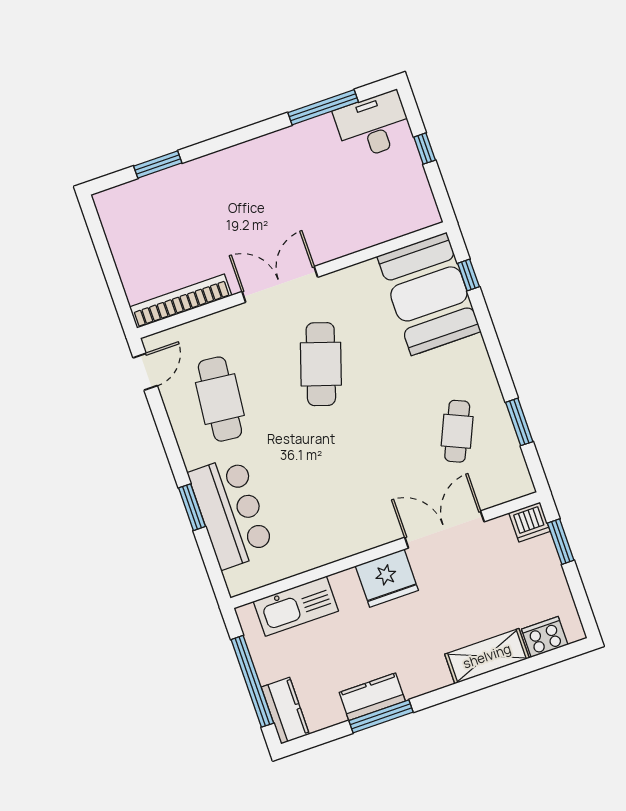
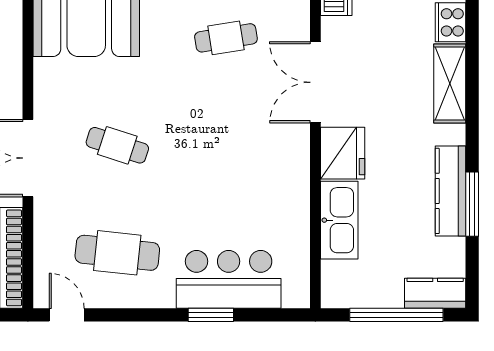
cafe table: (321, 364) -> (117, 145), width x0.73, depth x0.74
cafe table: (457, 431) -> (226, 38), turned -33
kitchen sink: (296, 606) -> (339, 220), moved
kitchen counter: (372, 697) -> (450, 191), width x1.50

